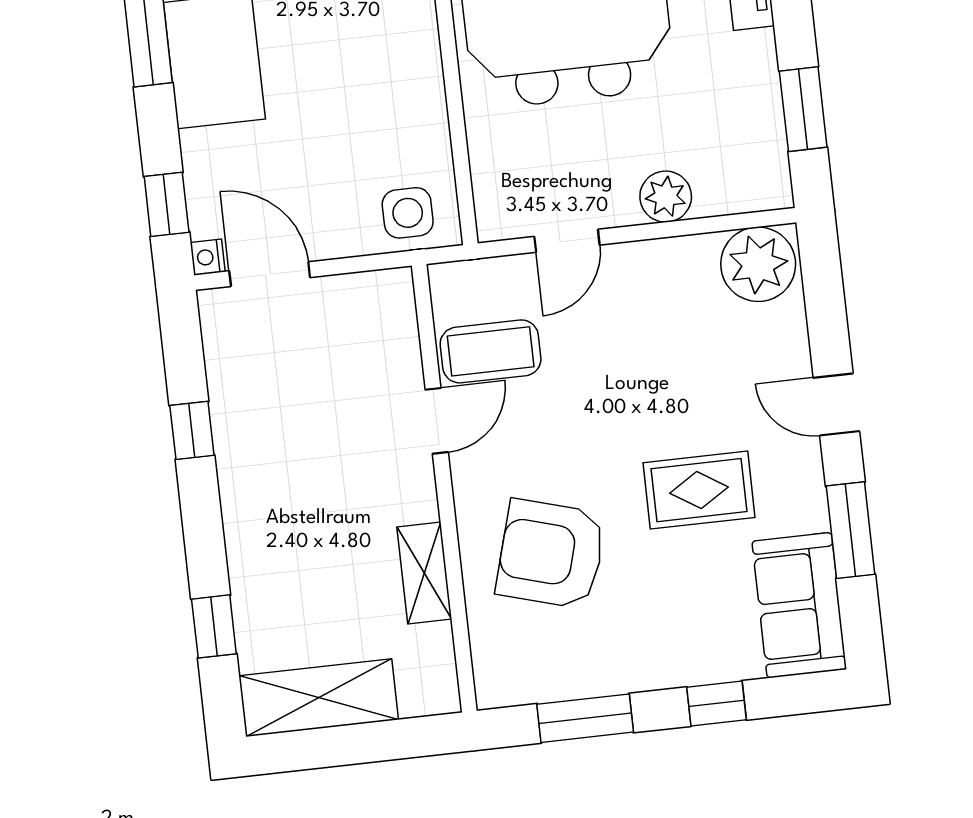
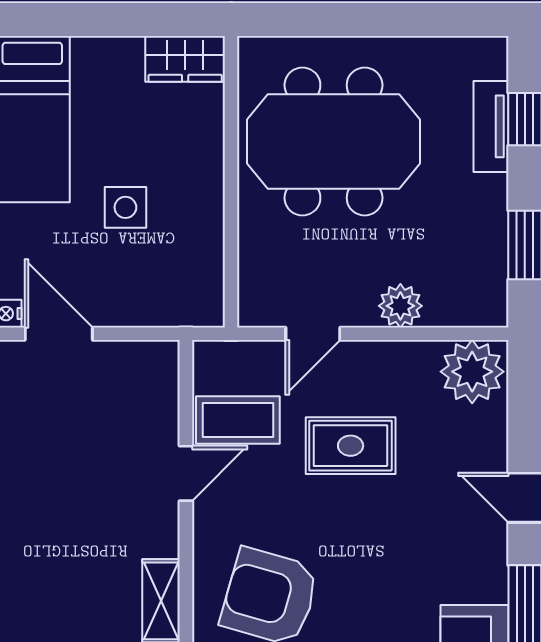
side table: (408, 213) -> (125, 207), moved
rug: (699, 490) -> (351, 446), moved

